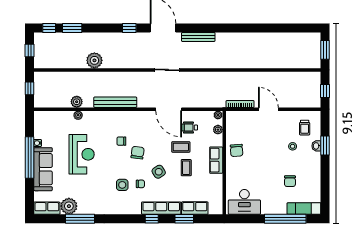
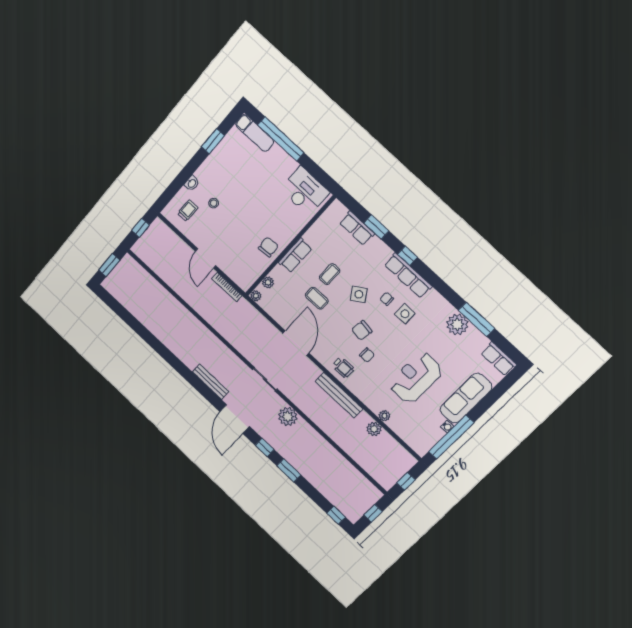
window: (72, 28) -> (289, 470), moved
plant: (94, 60) -> (288, 417), moved
wheelchair: (190, 128) -> (343, 367), moved
window: (325, 146) -> (213, 141), moved
window: (30, 157) -> (451, 437), moved
chair: (290, 181) -> (245, 172), removed
plant: (69, 206) -> (457, 324), moved
row of seats: (161, 208) -> (408, 275), moved

